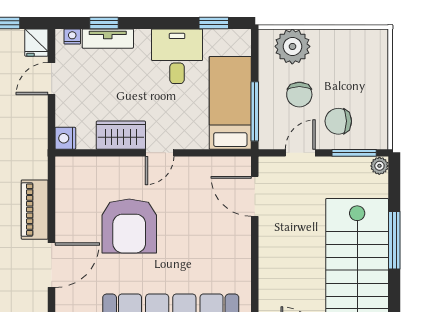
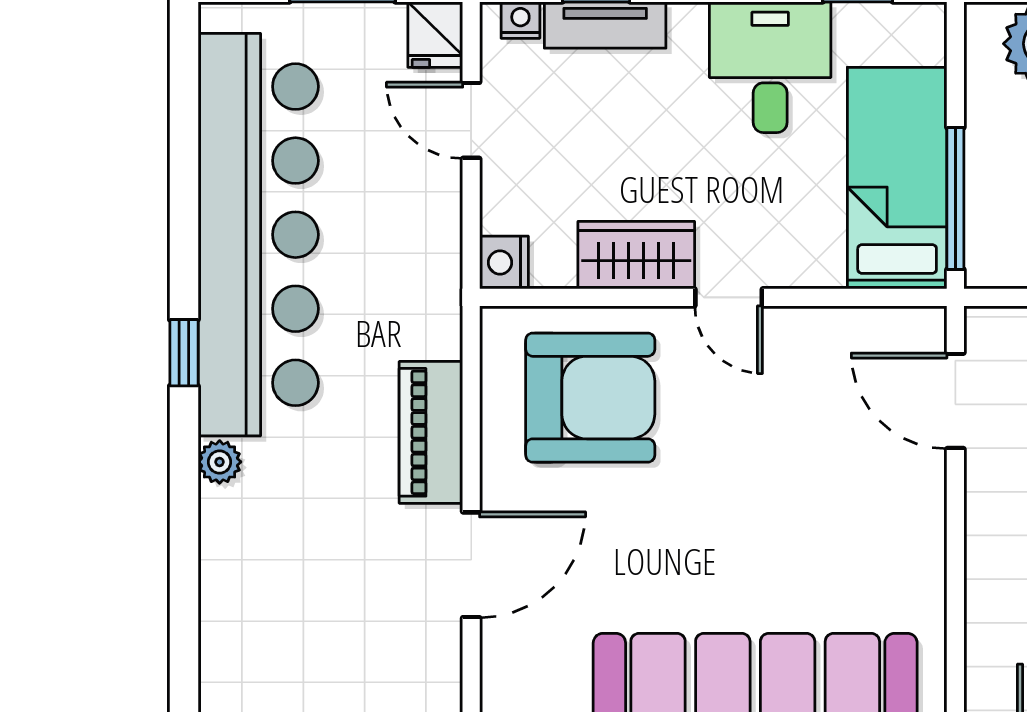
door: (52, 79) -> (471, 120), hinge flipped
door: (160, 153) -> (729, 297), hinge flipped
armchair: (129, 226) -> (590, 398), moved, turned -90

